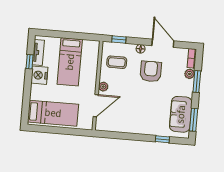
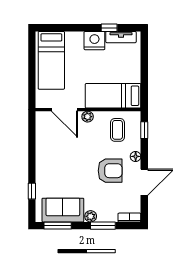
bed: (70, 62) -> (113, 96), moved
plant: (189, 74) -> (91, 216), moved

